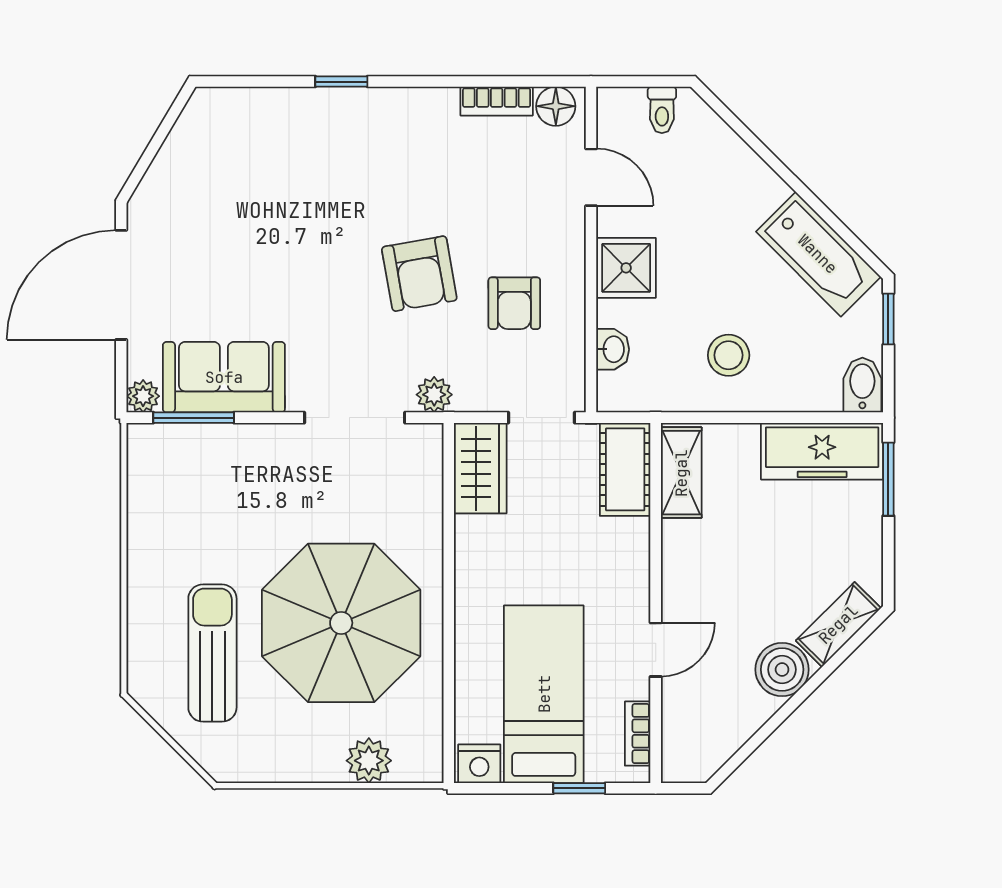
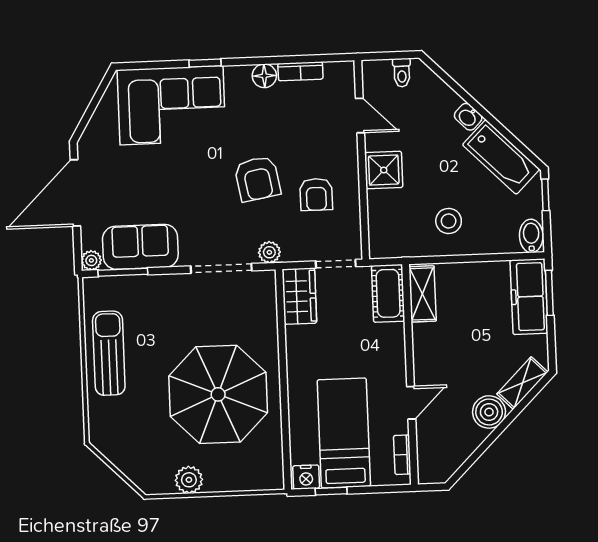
floor lamp: (556, 106) -> (264, 76), moved
corner sofa: (284, 148) -> (171, 105), added
washbasin: (613, 349) -> (468, 117), moved, turned 135
freezer: (822, 451) -> (529, 297), moved, turned 90
sun lounger: (212, 653) -> (109, 353), moved
plant: (369, 761) -> (189, 480), moved
window: (579, 788) -> (331, 491), moved

